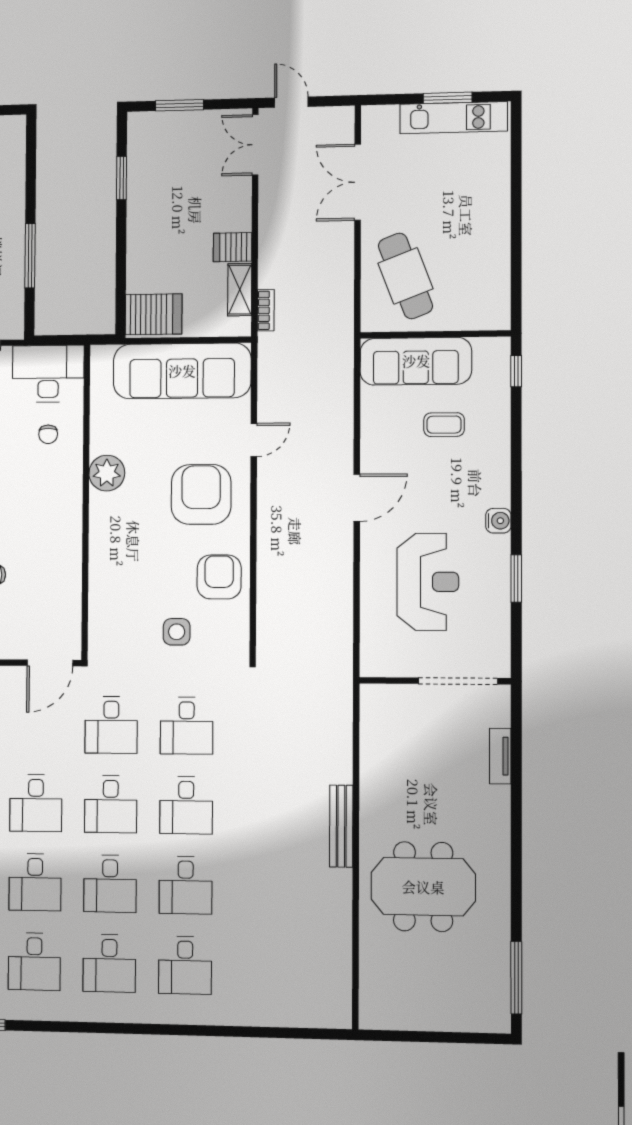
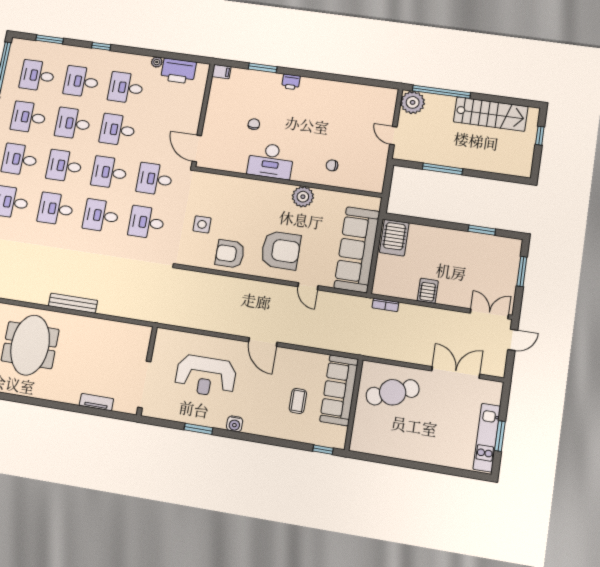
shelving: (240, 290) -> (401, 291), removed
desk: (48, 374) -> (271, 161), moved, turned 90
armchair: (219, 577) -> (230, 254), turned 180

